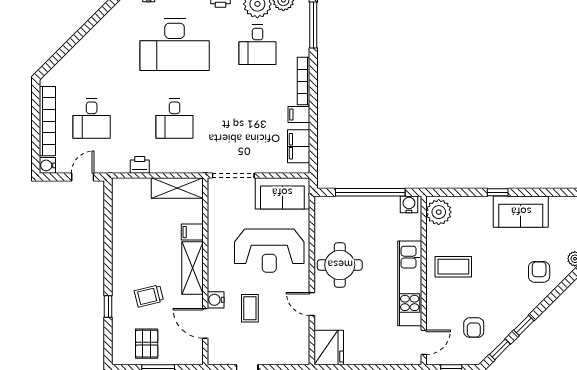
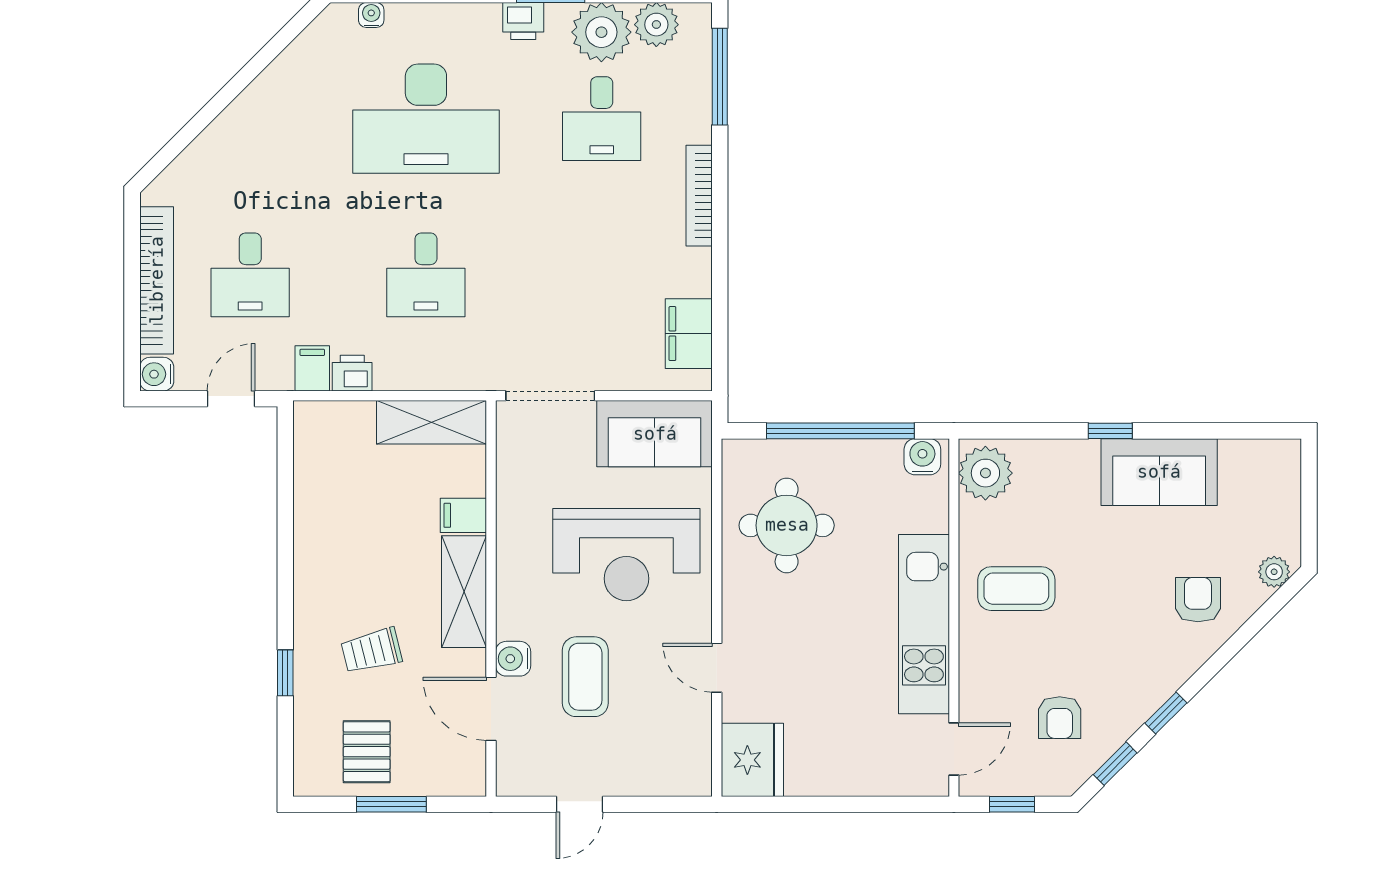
filing cabinet: (299, 114) -> (312, 368), moved, turned 90
round table: (340, 265) -> (787, 525), moved
coffee table: (250, 308) -> (585, 677), width x1.36, depth x1.30

